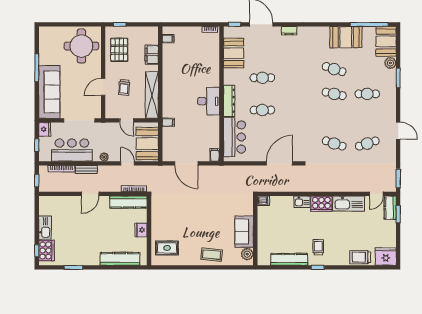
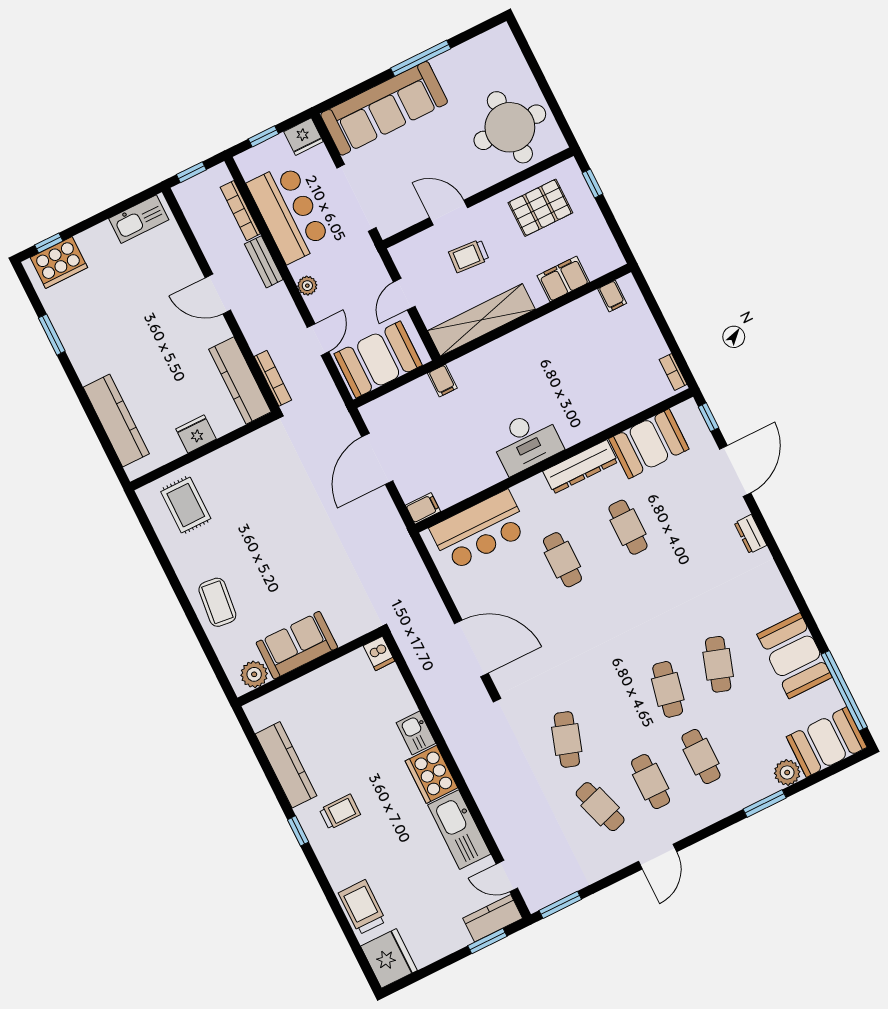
dresser: (229, 101) -> (580, 467), moved
cafe table: (367, 119) -> (651, 782), added
kitchen sink: (45, 228) -> (139, 219), moved

